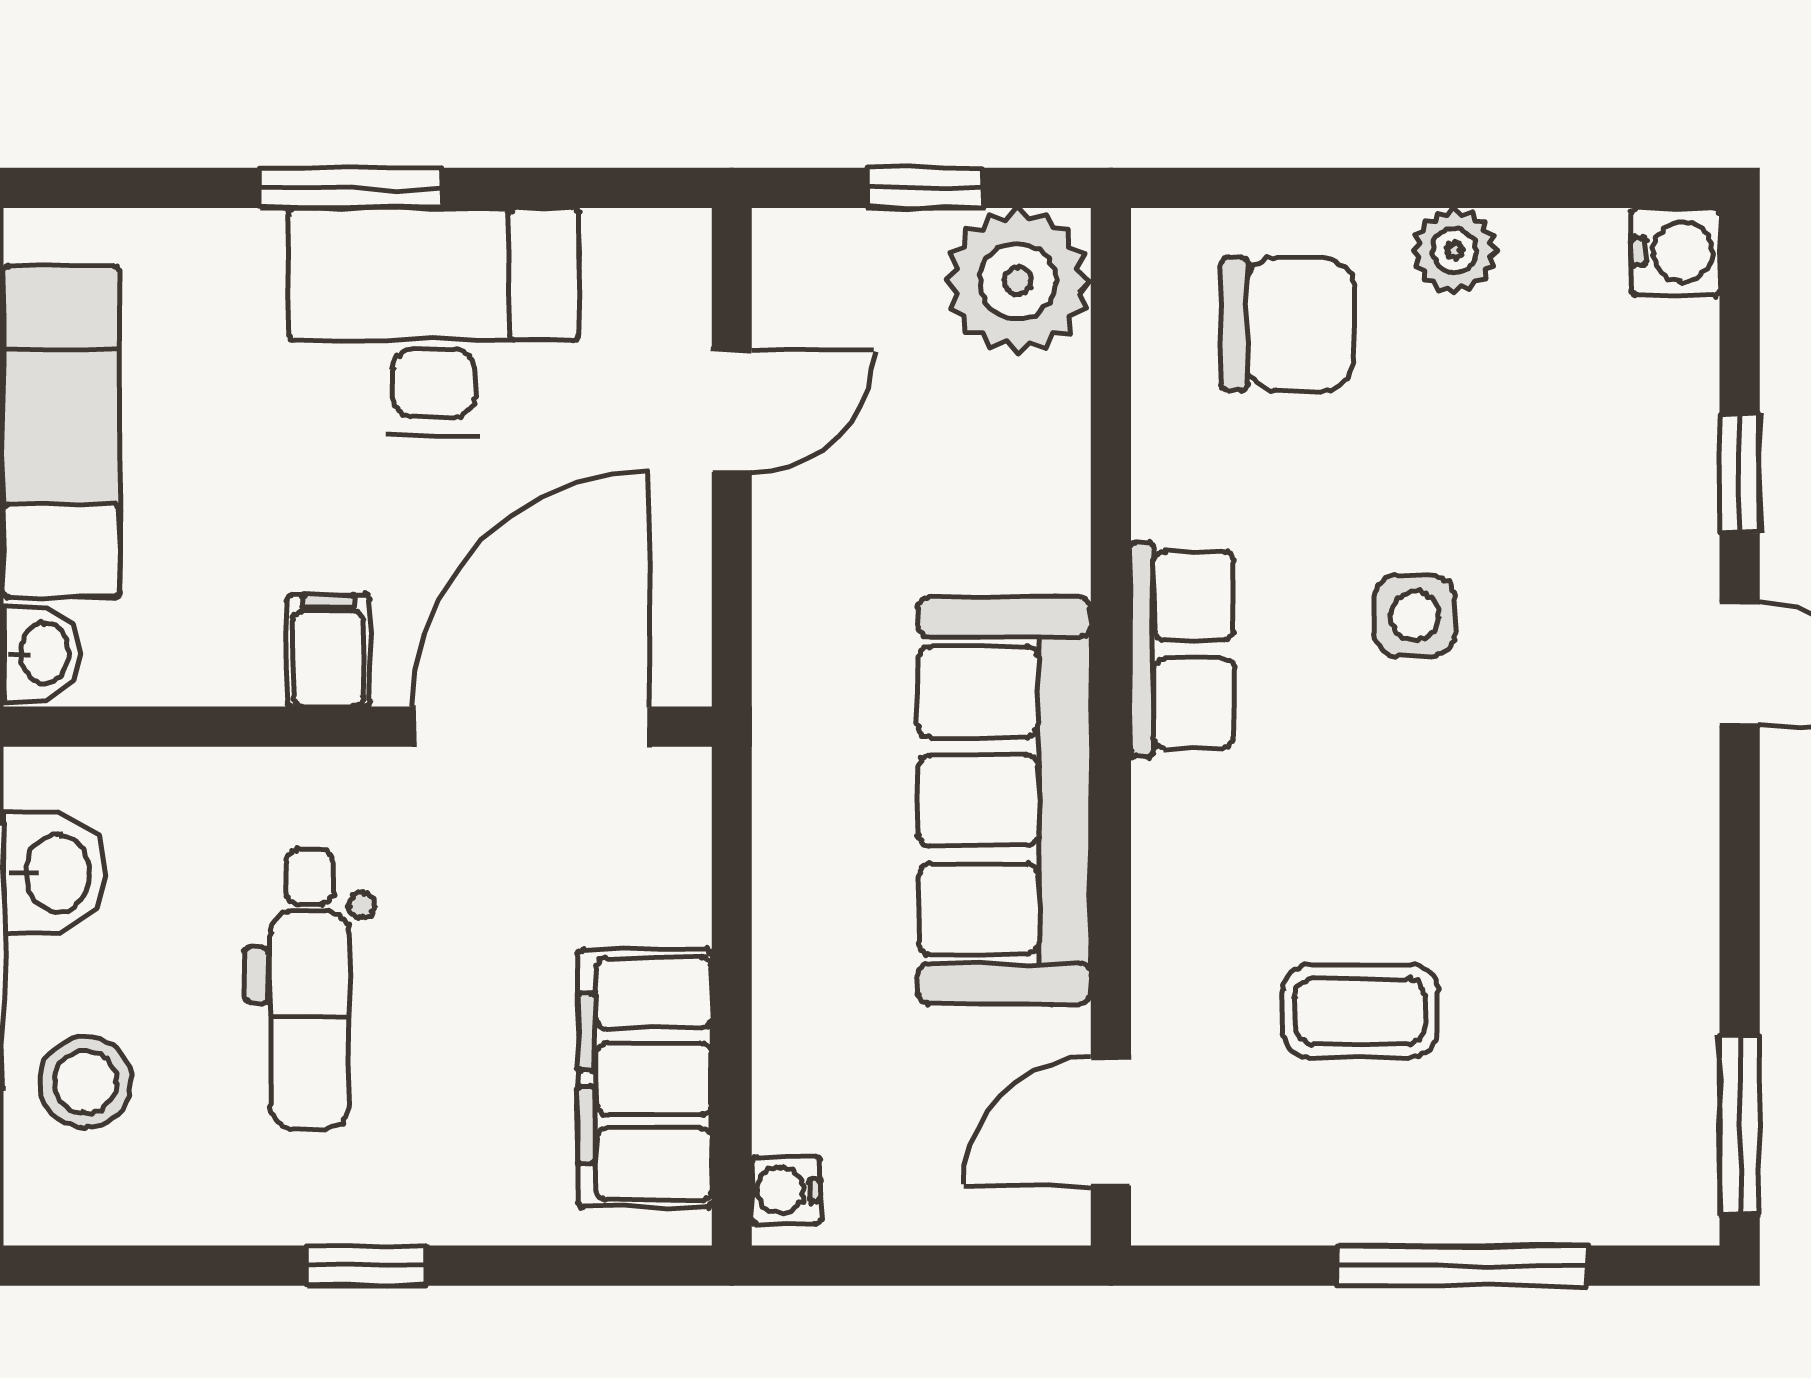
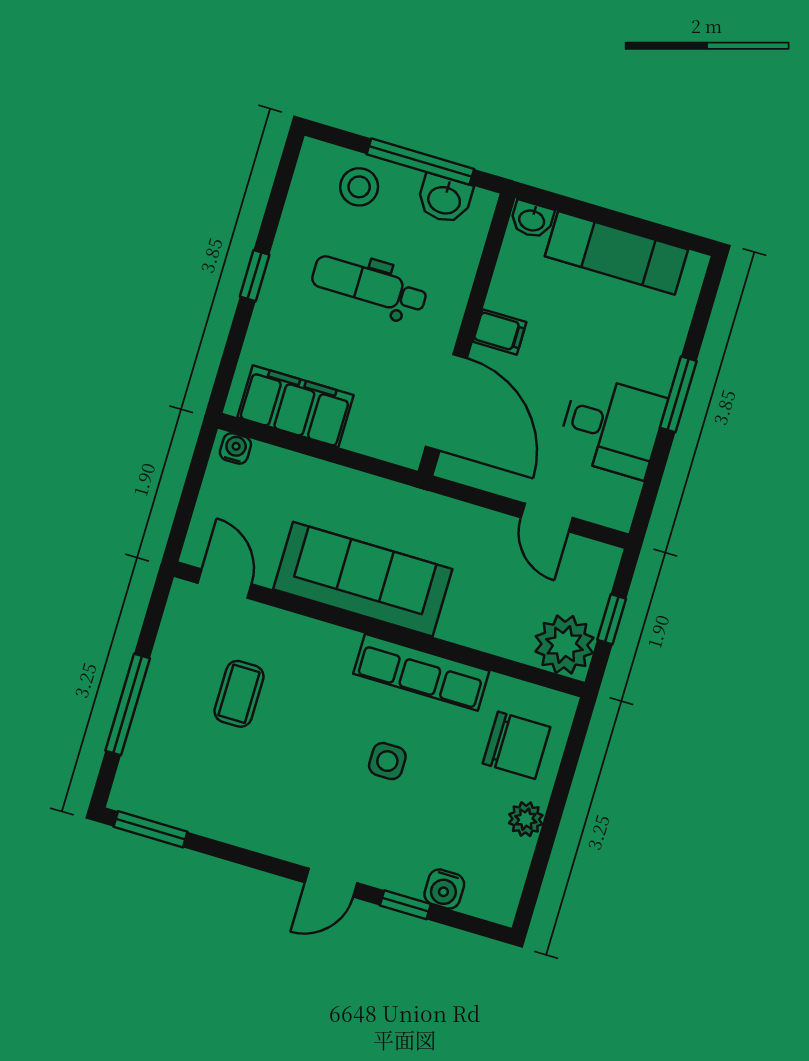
water cooler: (1676, 252) -> (444, 889), moved
desk: (434, 322) -> (612, 427), width x0.73
chair: (1287, 324) -> (516, 745), turned -90
row of seats: (1182, 649) -> (421, 672), width x1.48

